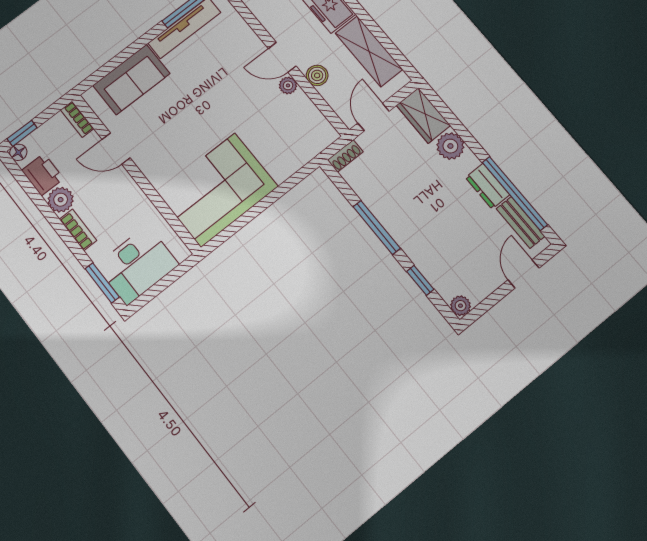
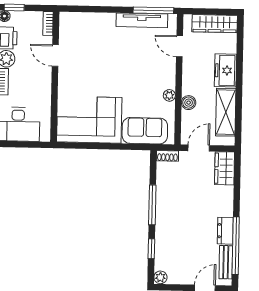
door: (282, 57) -> (179, 46), moved
sofa: (131, 80) -> (145, 131), moved, turned 180
plant: (450, 146) -> (225, 195), removed

